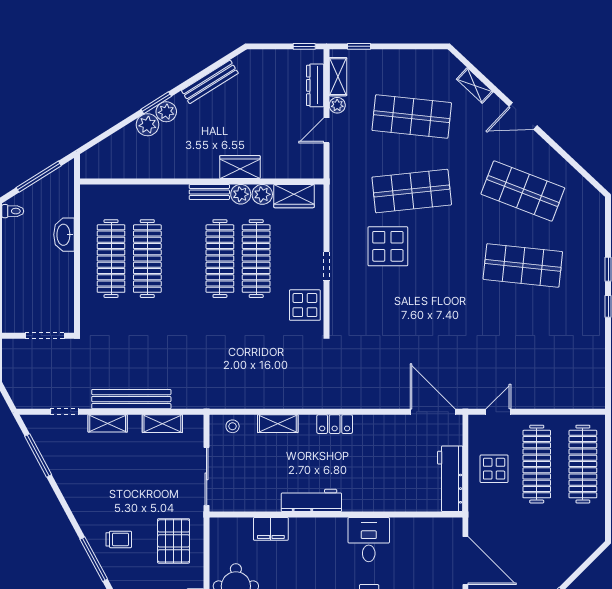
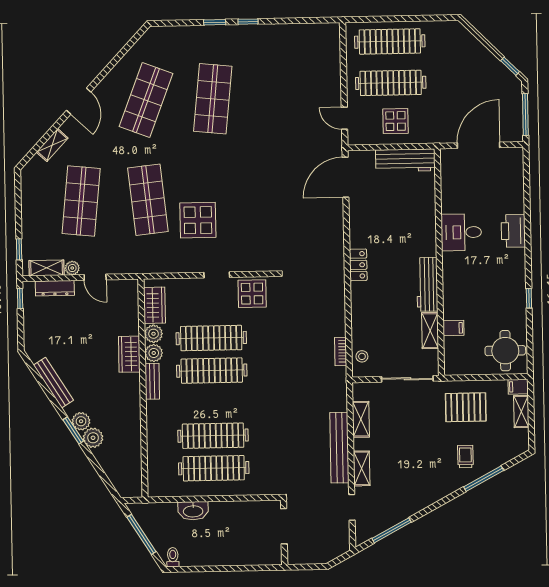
bookcase: (238, 403) -> (341, 351), added
shelving: (278, 424) -> (430, 331), moved
filing cabinet: (271, 529) -> (454, 328), width x0.50

